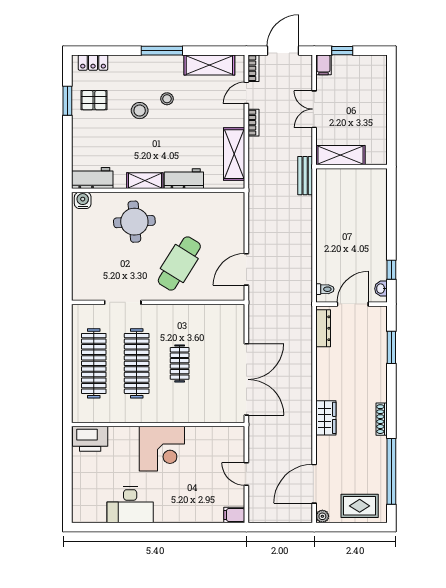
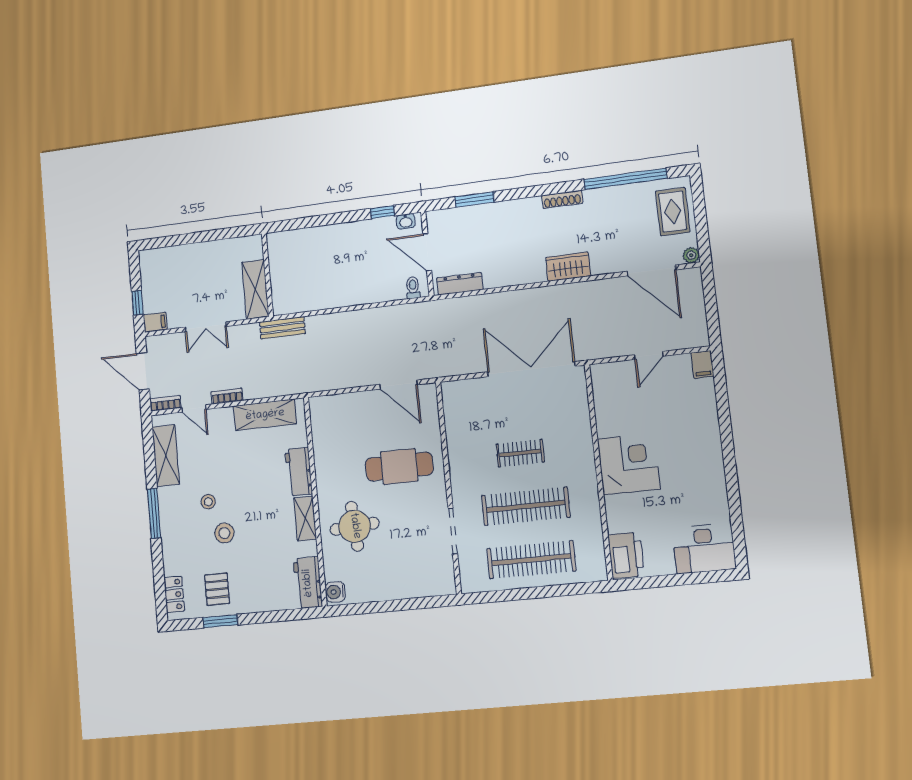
cafe table: (179, 263) -> (399, 467), turned -32
desk: (130, 505) -> (704, 549), moved, turned 90

